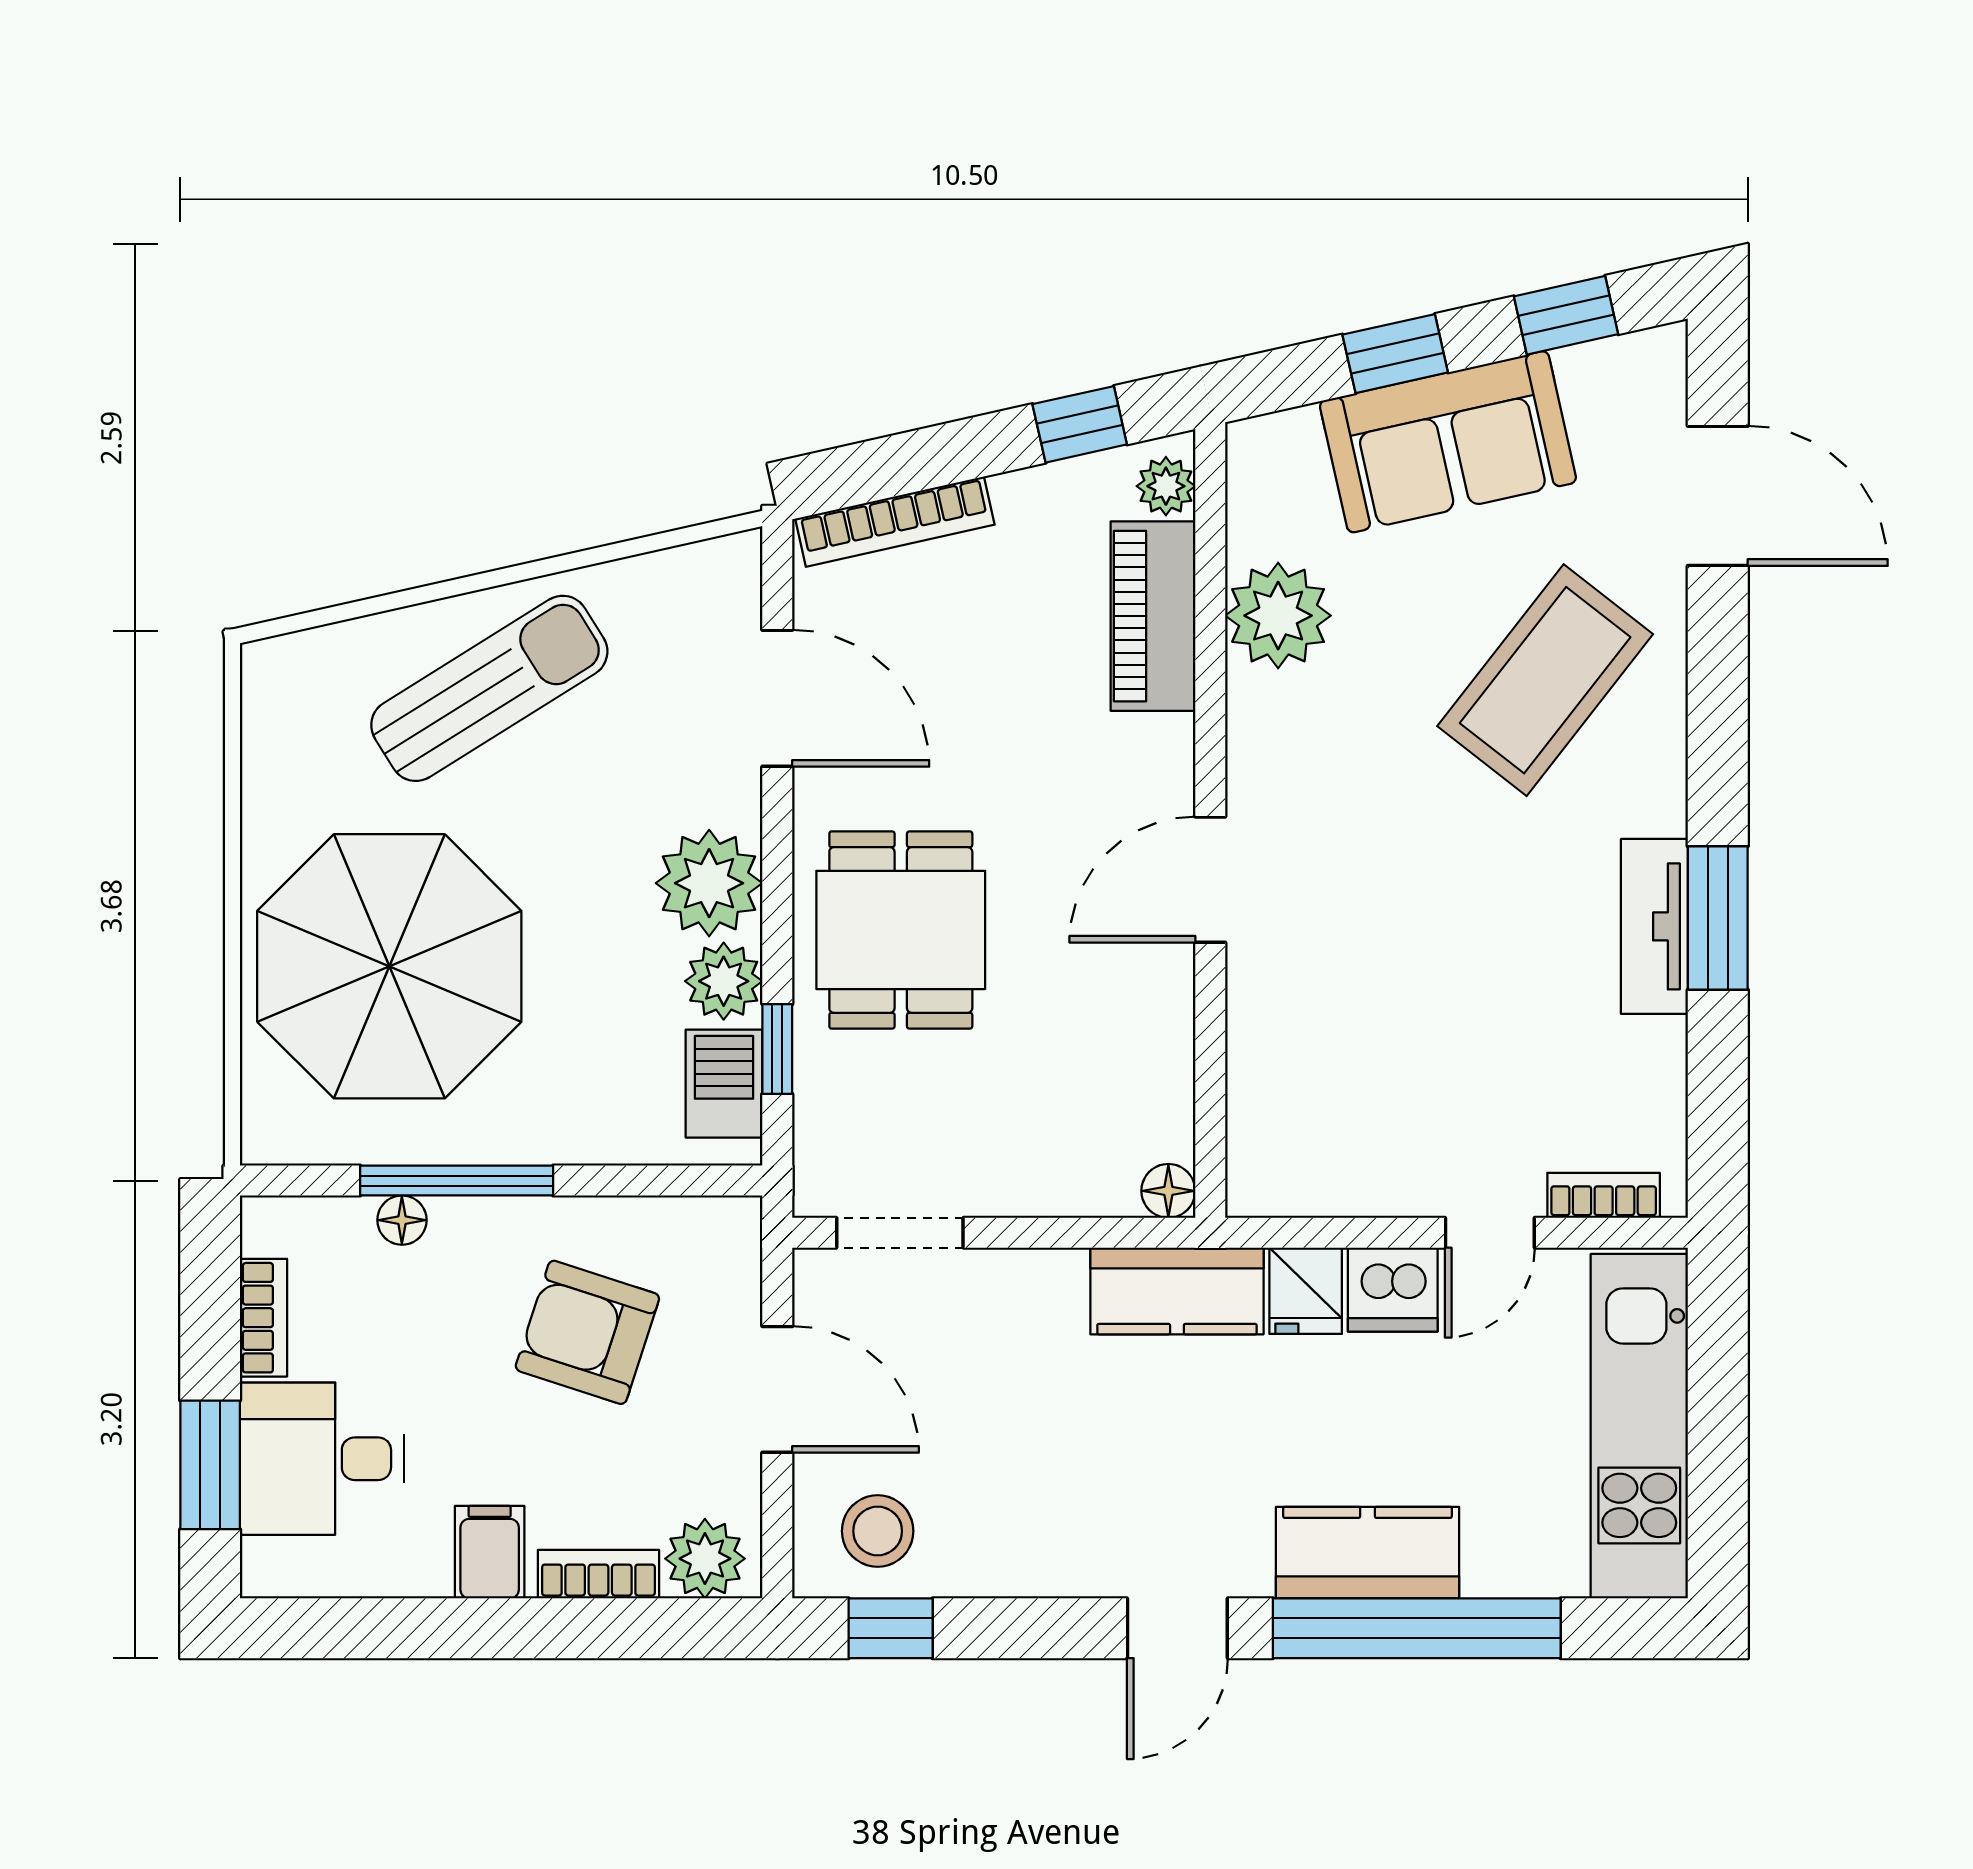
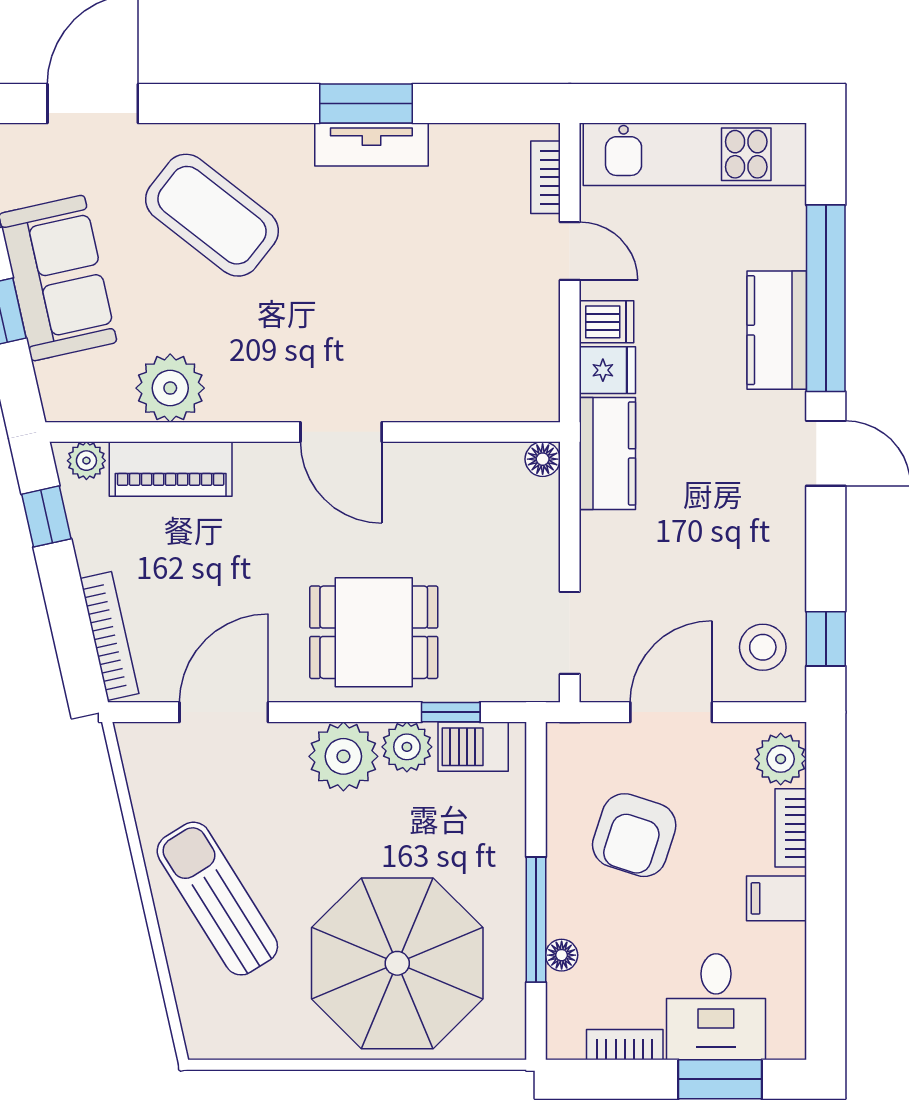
dishwasher: (1393, 1290) -> (607, 322), width x0.73

